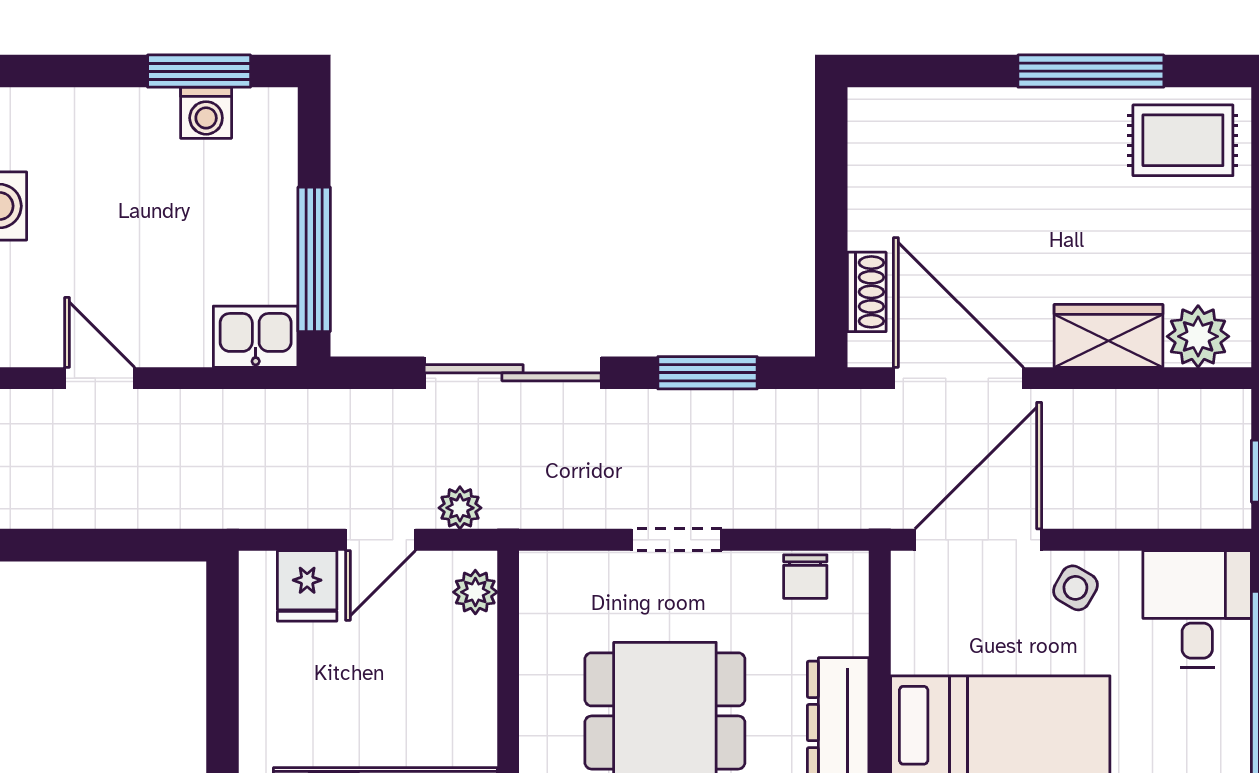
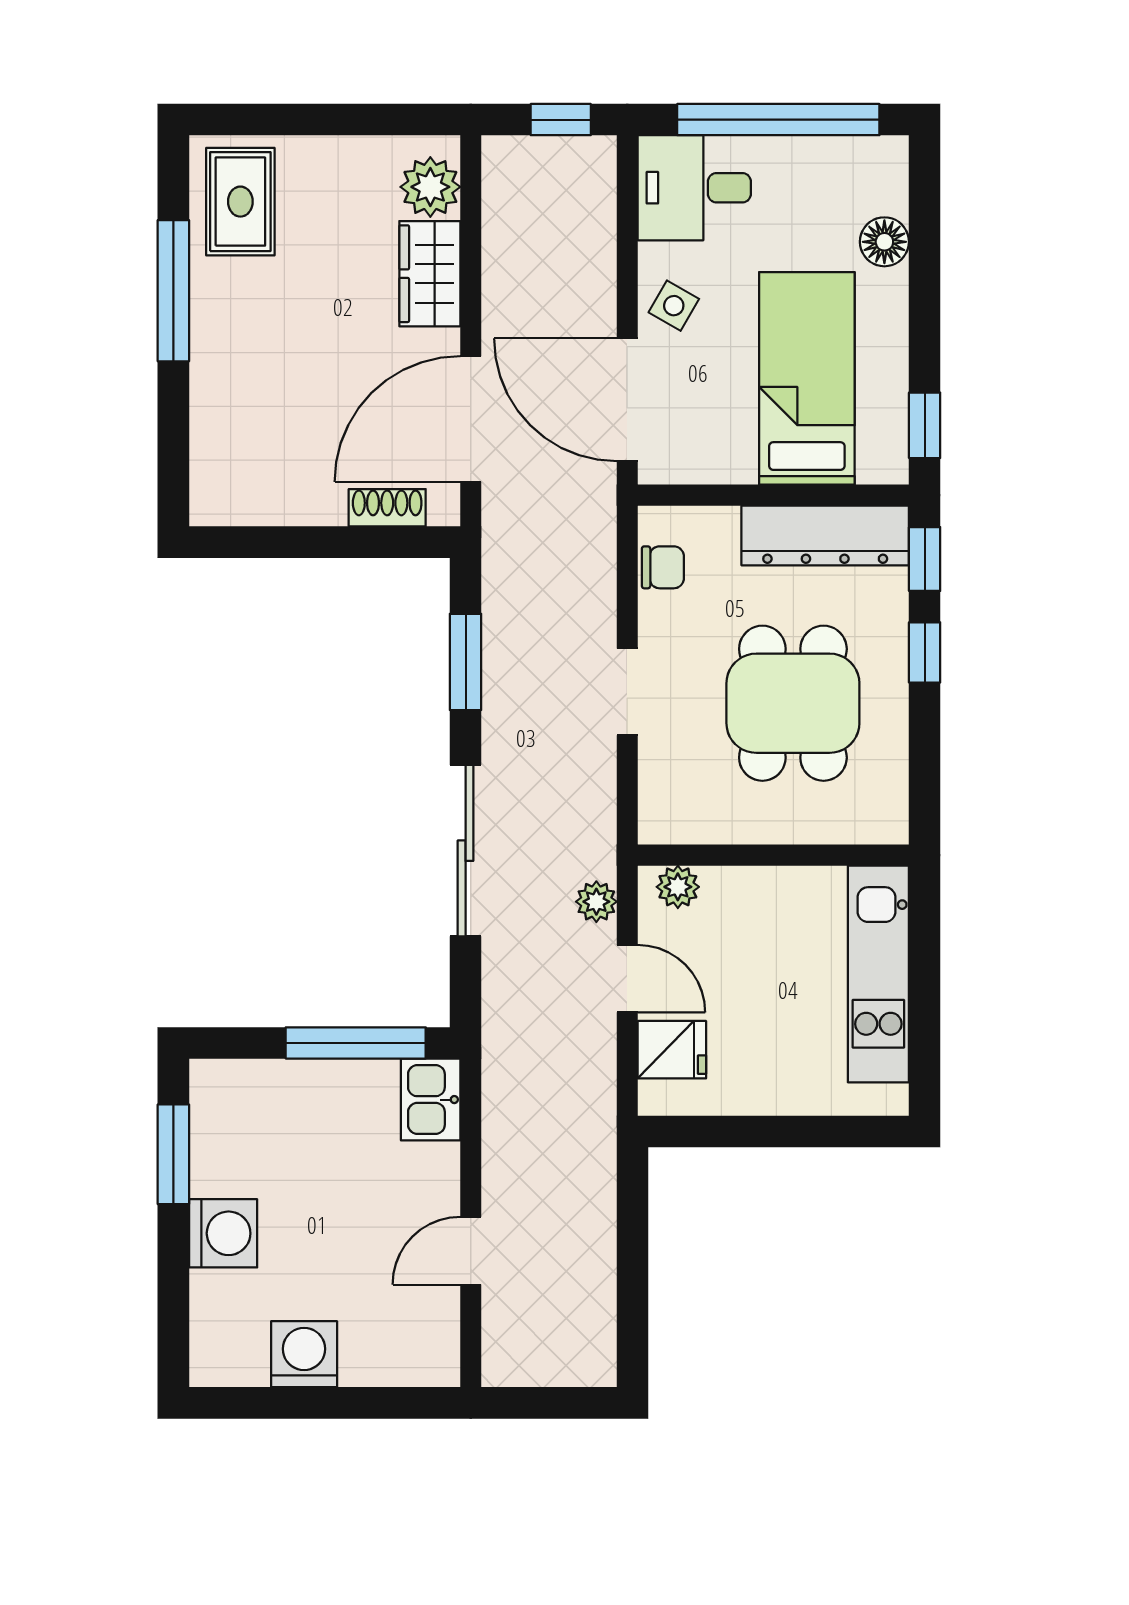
washing machine: (206, 113) -> (223, 1233), moved, width x1.38, depth x1.38

